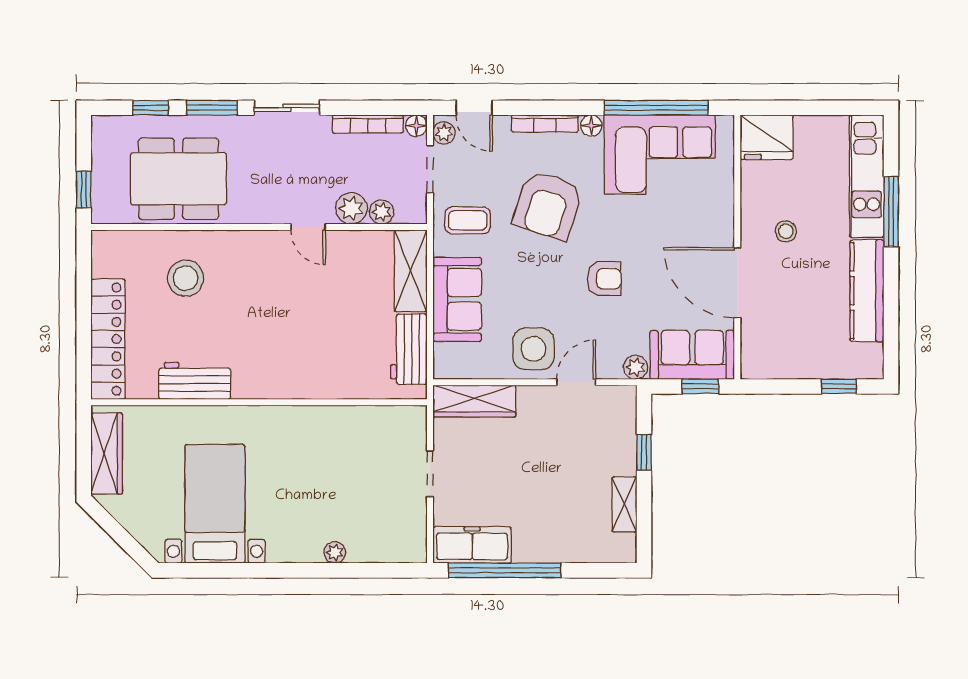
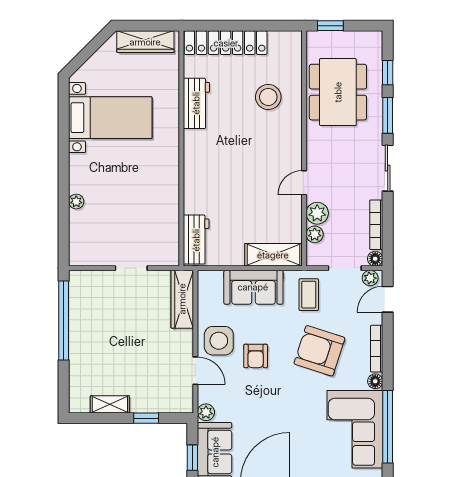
armchair: (604, 279) -> (256, 356), moved
workbench: (409, 349) -> (196, 240), moved, turned 90
freezer: (472, 545) -> (81, 298), removed

